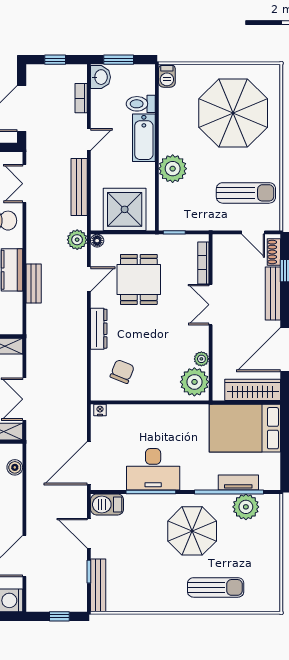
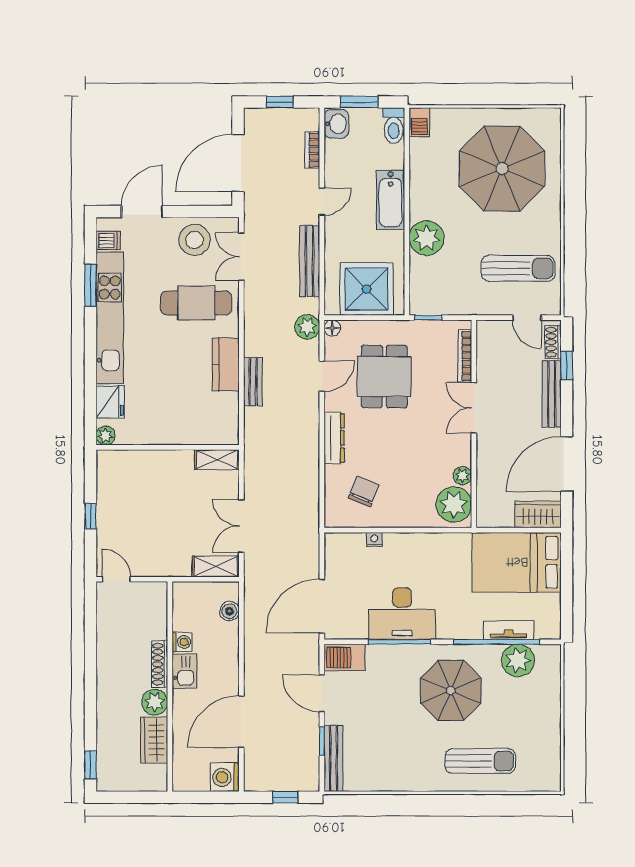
toilet: (141, 104) -> (394, 126), moved, turned -90
wardrobe: (253, 390) -> (538, 514), width x0.67
nightstand: (100, 410) -> (374, 539), moved

